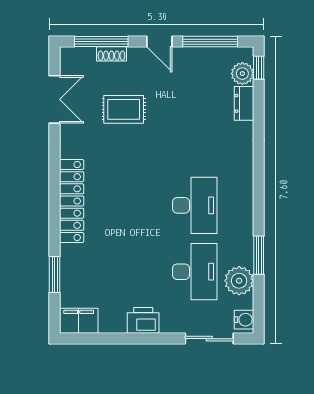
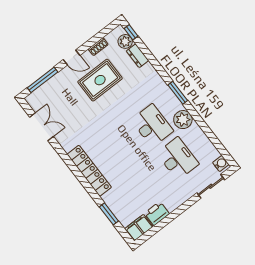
window: (210, 42) -> (97, 38), removed
shoe rack: (111, 54) -> (98, 47), moved
rug: (124, 109) -> (100, 80), moved, width x1.36, depth x1.43
window: (259, 255) -> (178, 93), moved
plant: (239, 281) -> (183, 120), moved
printer: (143, 320) -> (157, 214), moved

